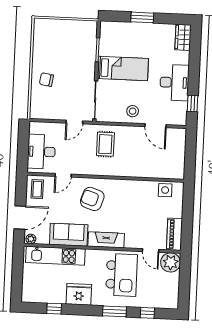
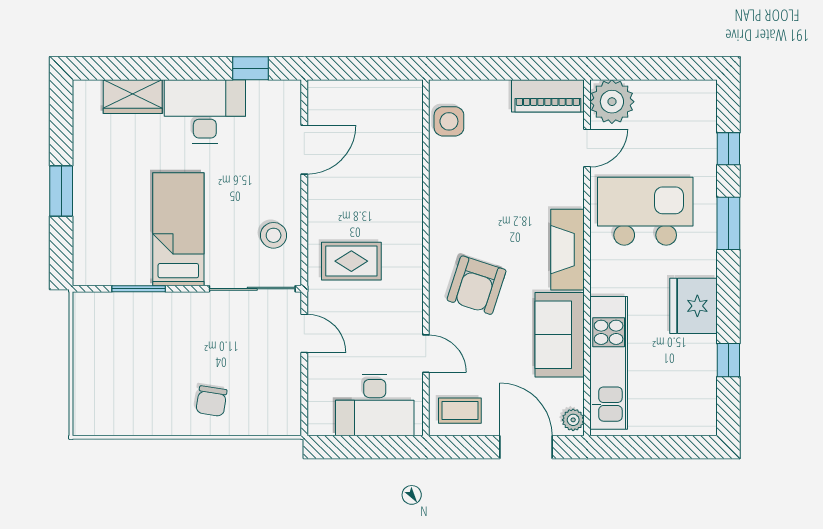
wardrobe: (183, 37) -> (133, 97), moved
stool: (133, 111) -> (274, 235), moved

